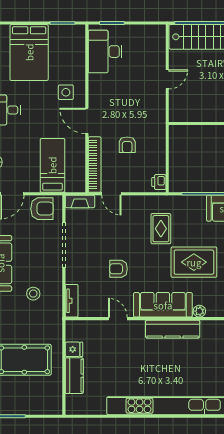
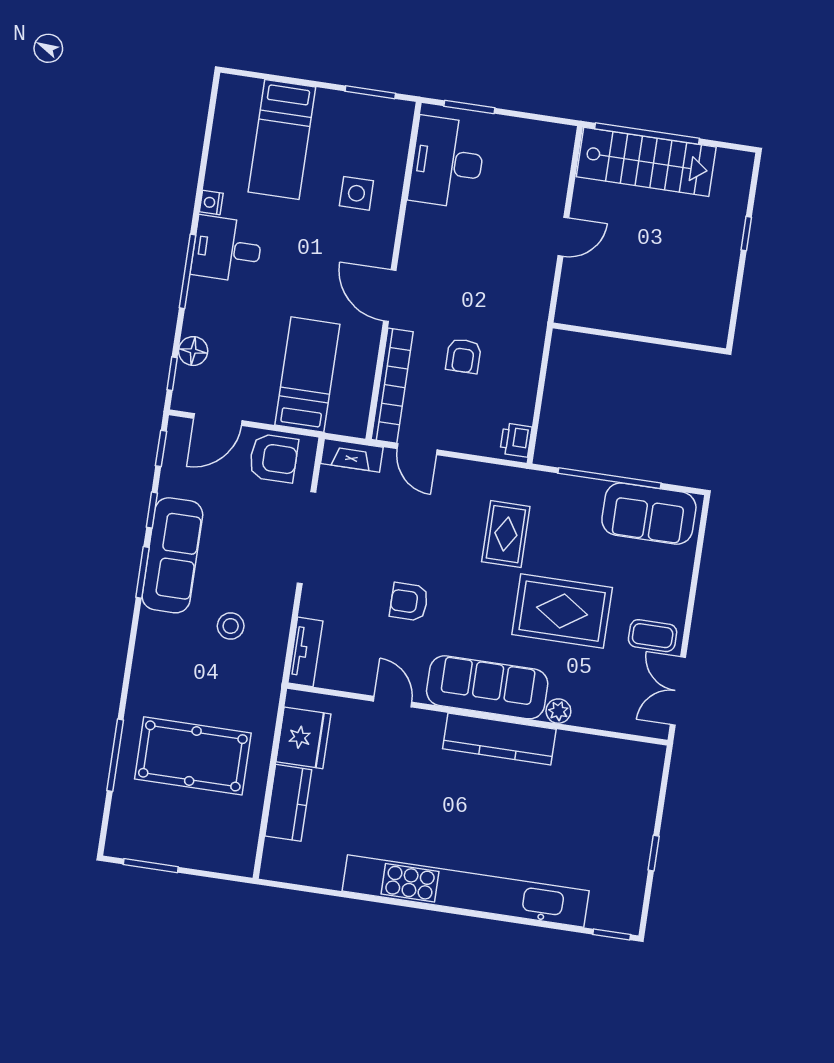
bed: (29, 52) -> (282, 139), width x0.67
side table: (66, 92) -> (356, 193), moved
fridge: (74, 349) -> (303, 738), width x1.88, depth x1.34

